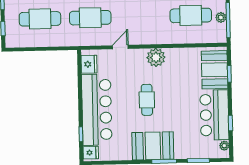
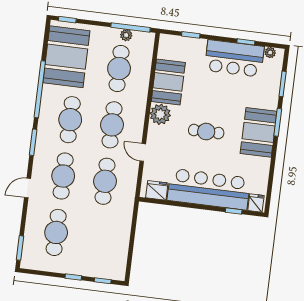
cafe table: (40, 19) -> (112, 125), moved
booth: (215, 70) -> (168, 82), moved, turned 90

